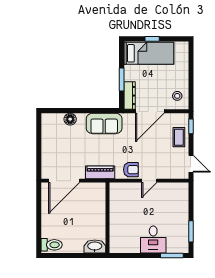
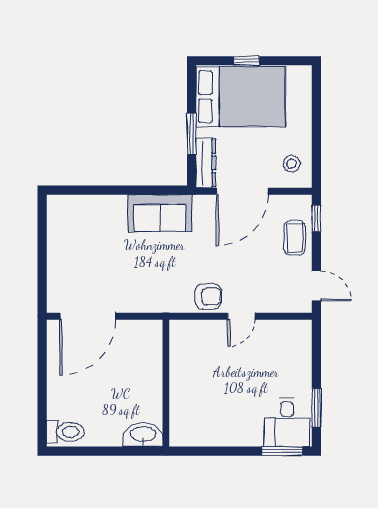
bed: (149, 53) -> (241, 97), width x1.50
floor lamp: (70, 119) -> (99, 205), removed
piano: (100, 172) -> (153, 301), removed
desk: (153, 239) -> (287, 422), moved

